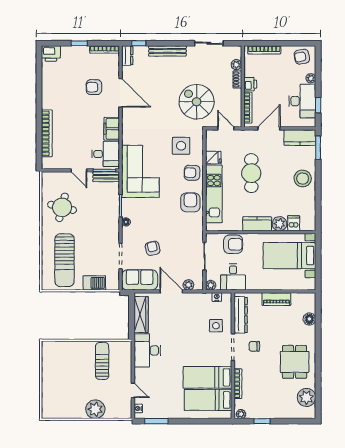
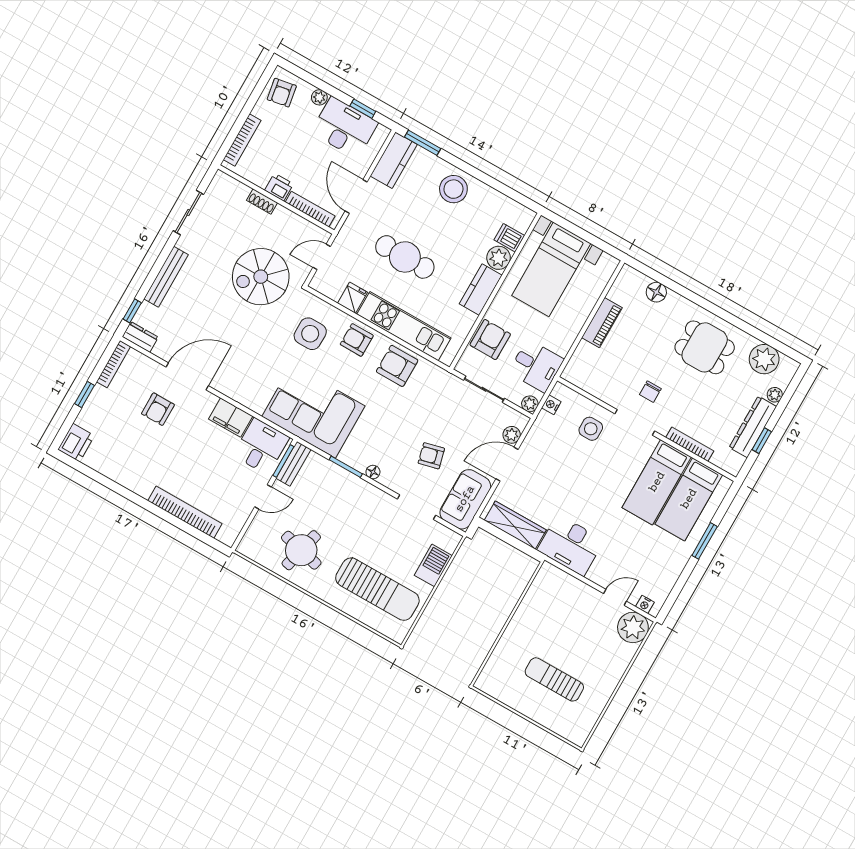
plant: (236, 65) -> (240, 191), removed
armchair: (192, 173) -> (357, 340), turned 88
dresser: (241, 315) -> (753, 427), moved, turned -90
sun lounger: (102, 361) -> (554, 679), moved
plant: (95, 409) -> (633, 627), moved
plant: (241, 414) -> (775, 395), moved
window: (156, 421) -> (705, 541), moved

